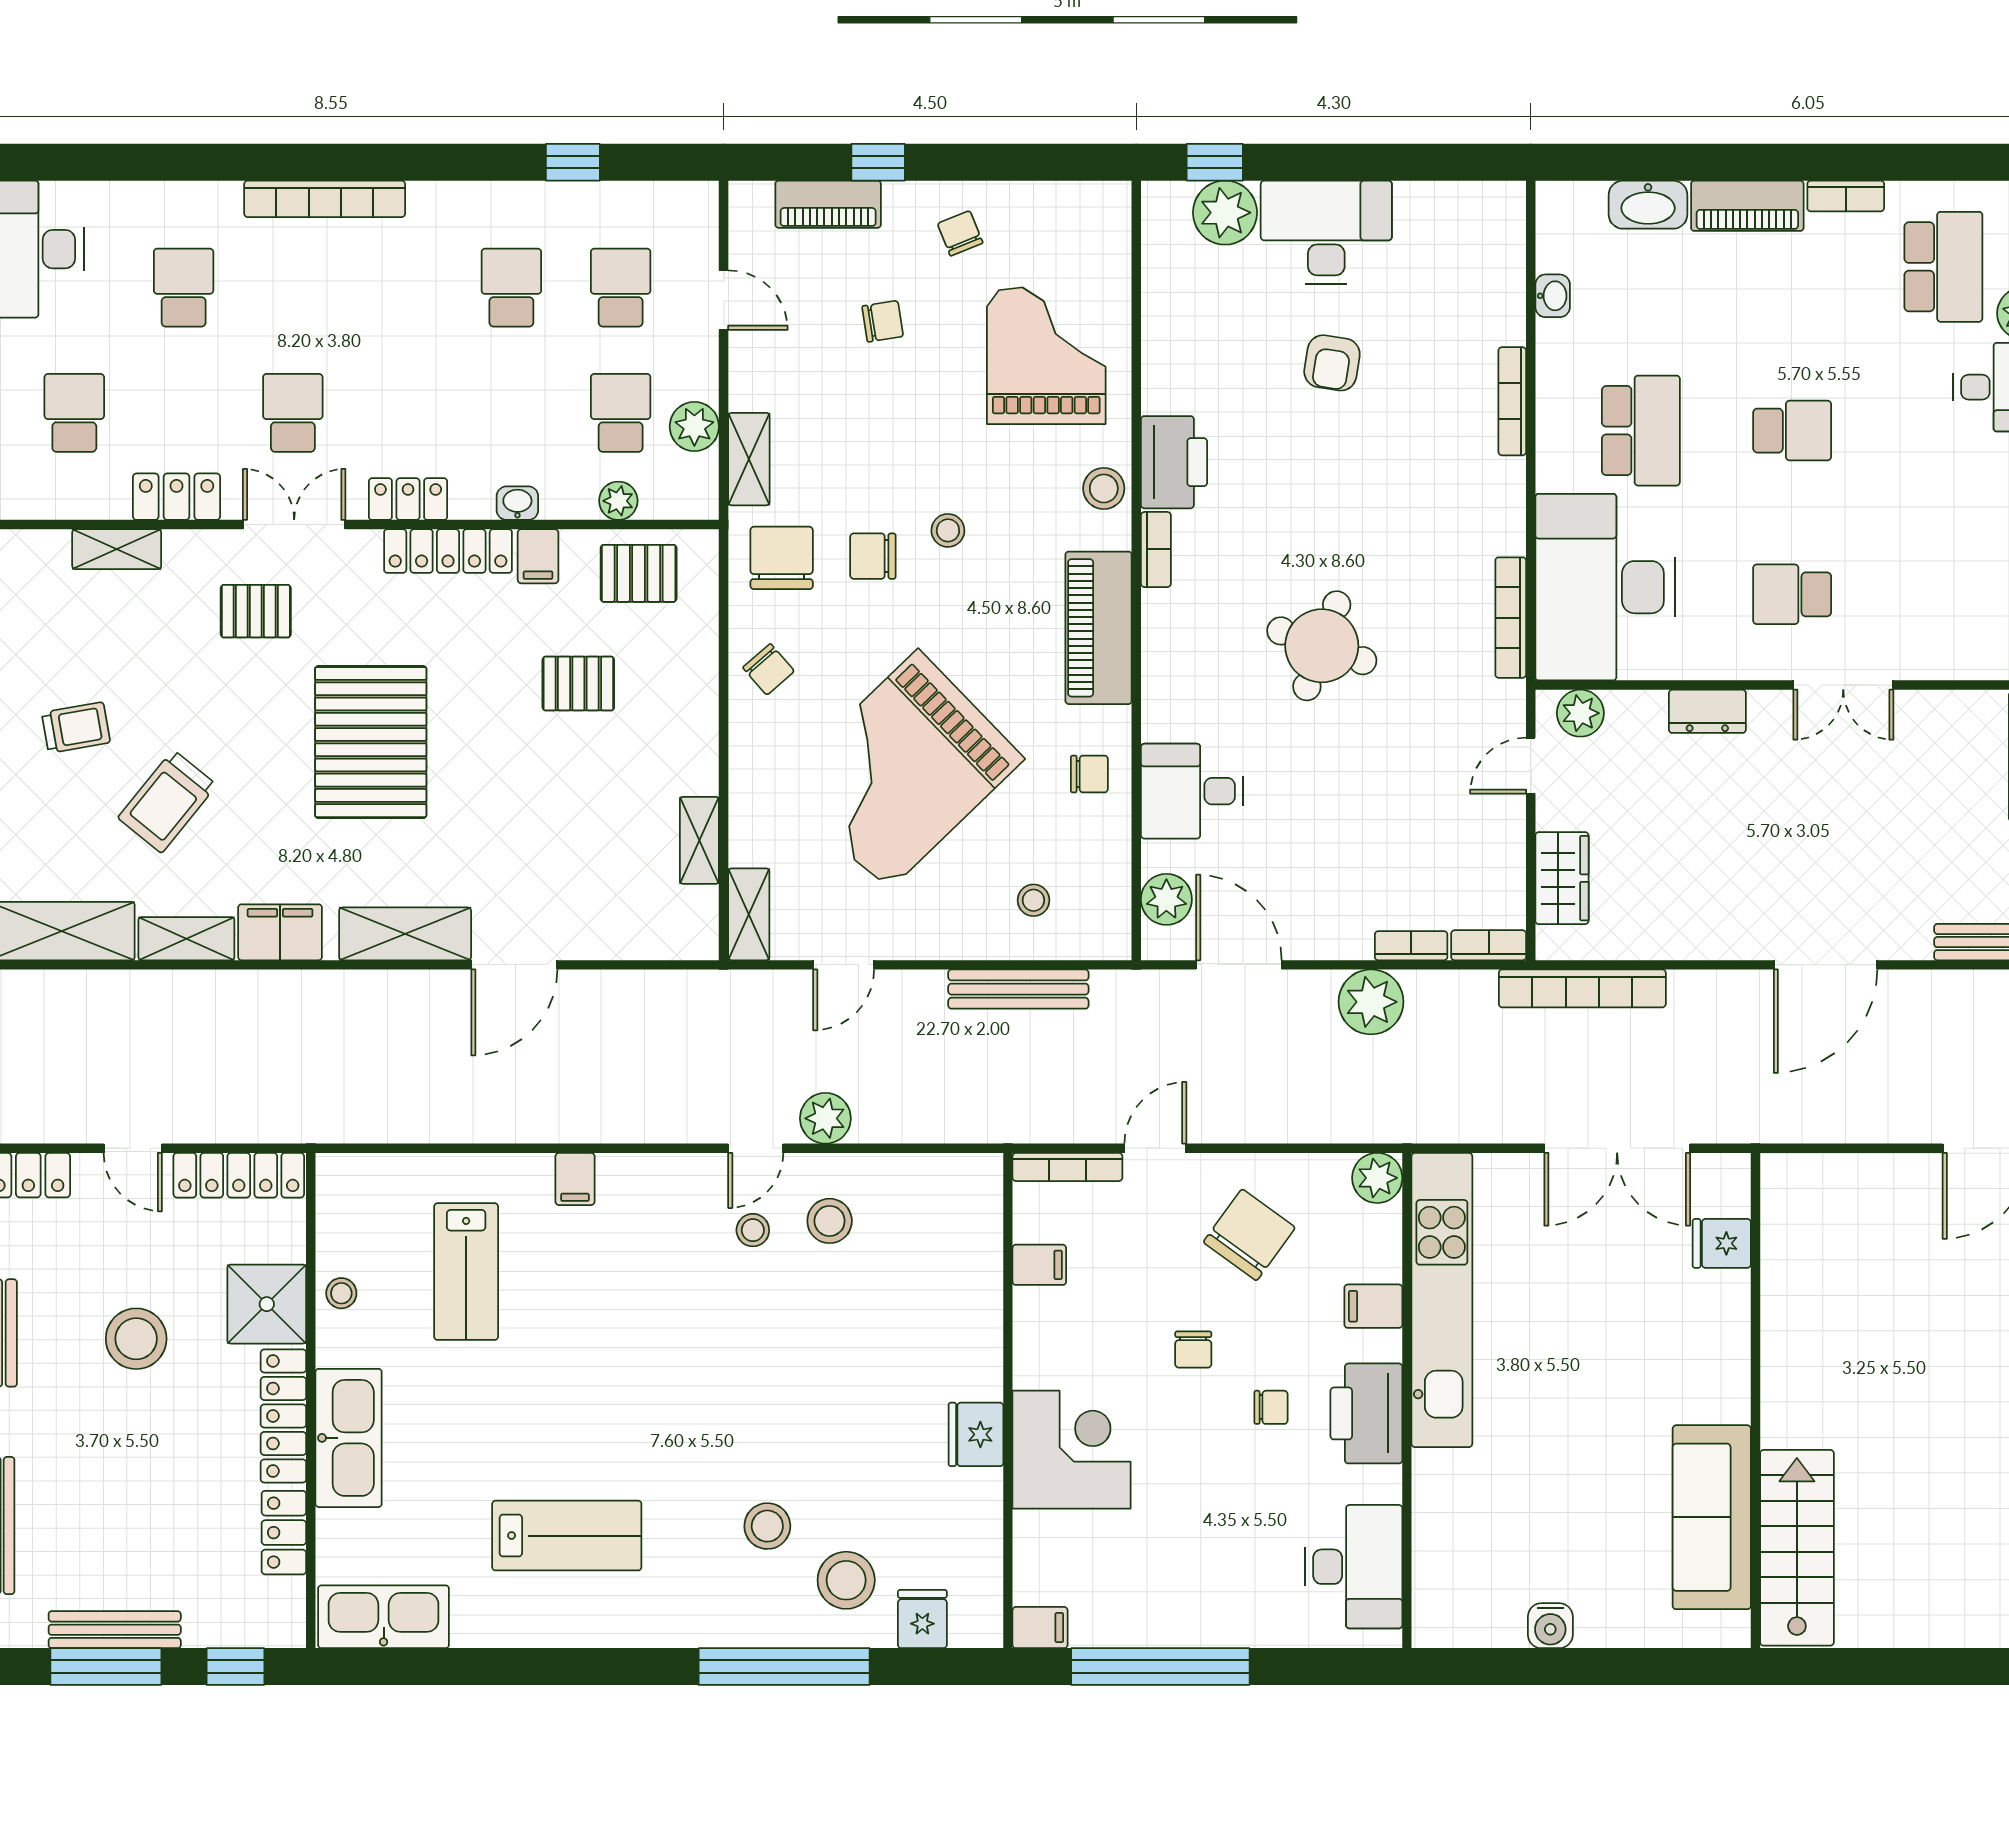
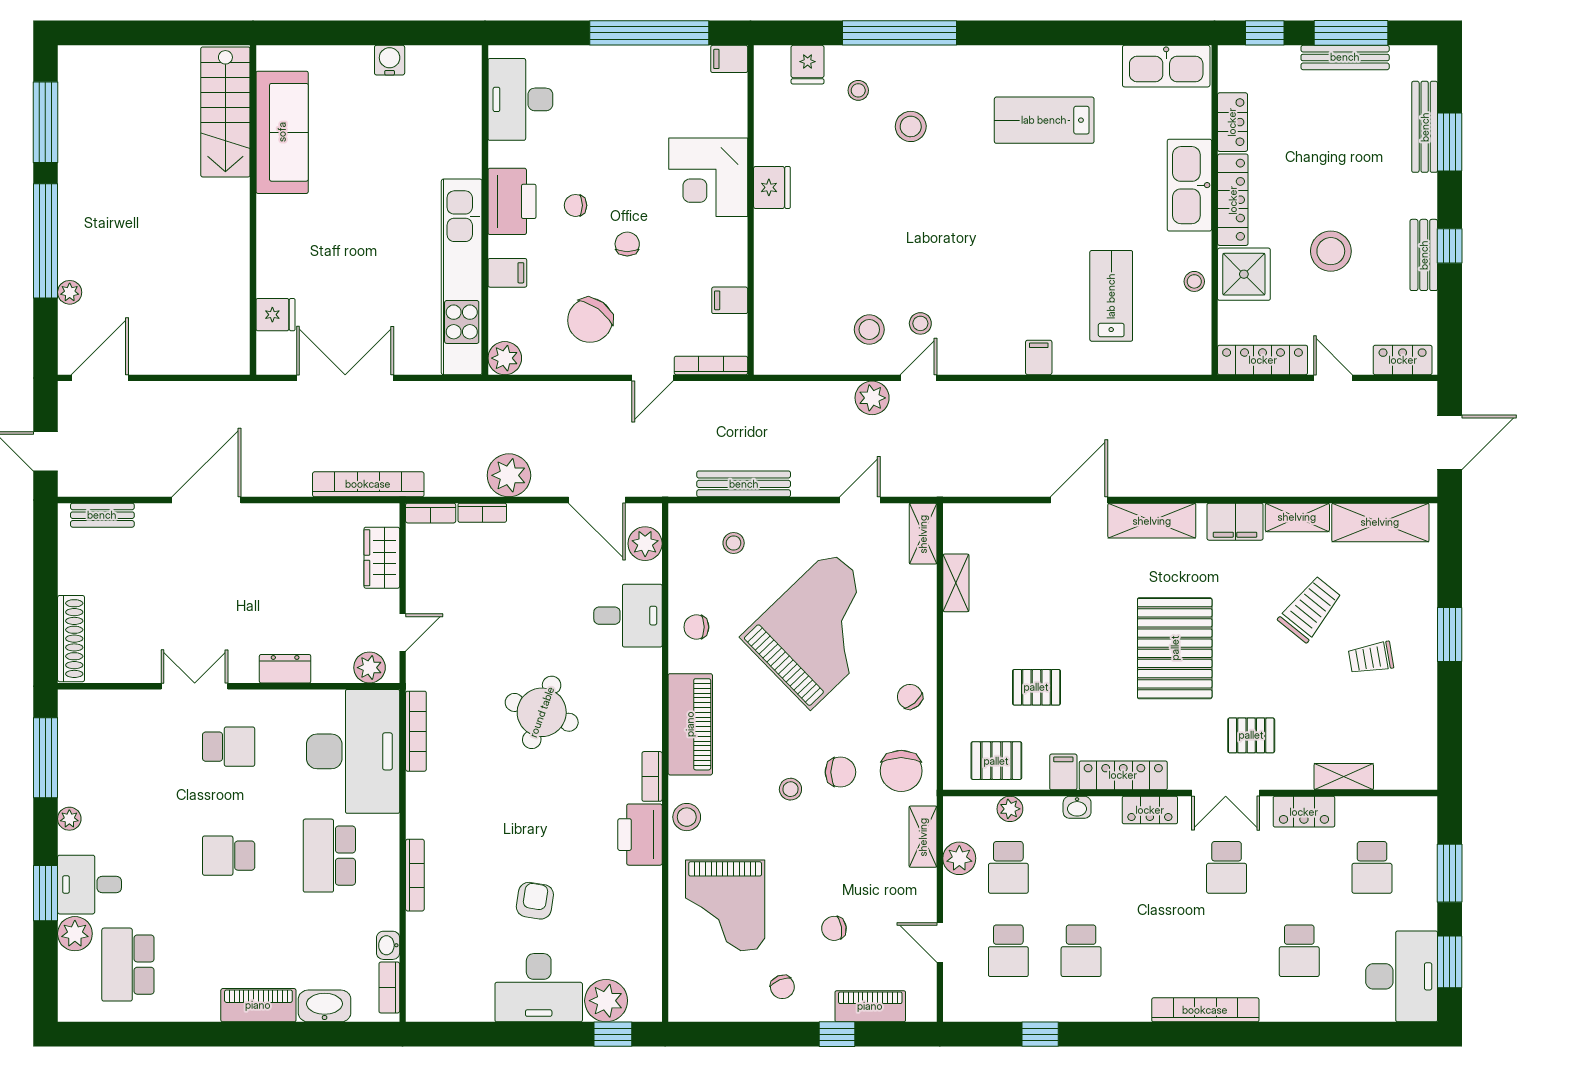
bookcase: (1846, 196) -> (389, 988), moved, turned -90
stool: (846, 1580) -> (858, 90), width x0.53, depth x0.53

